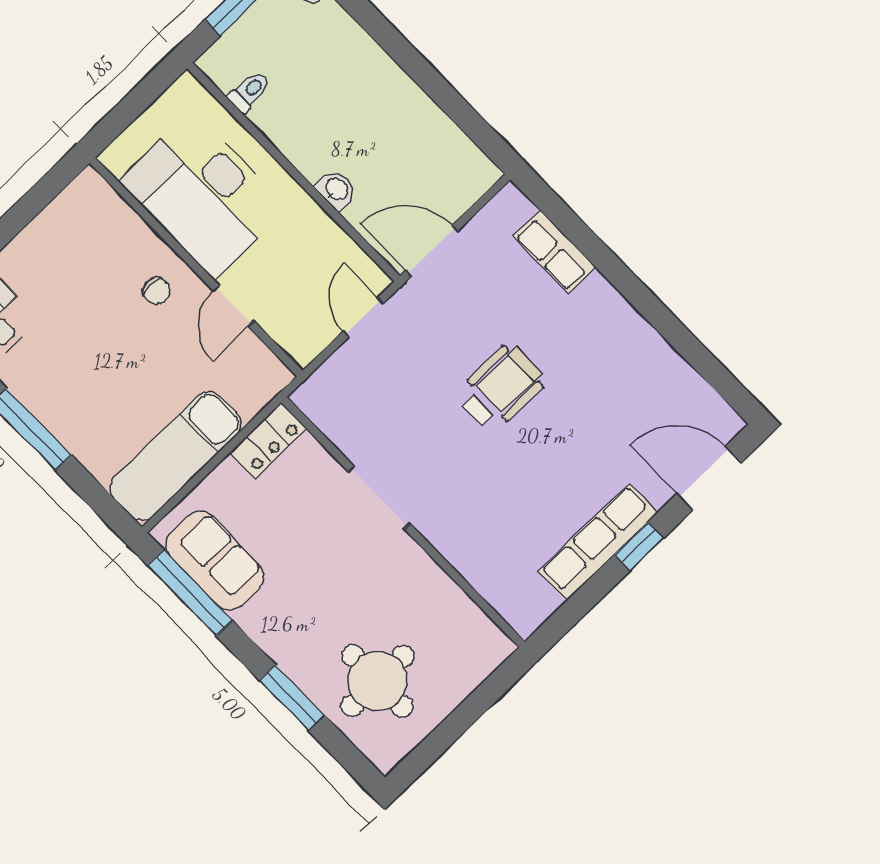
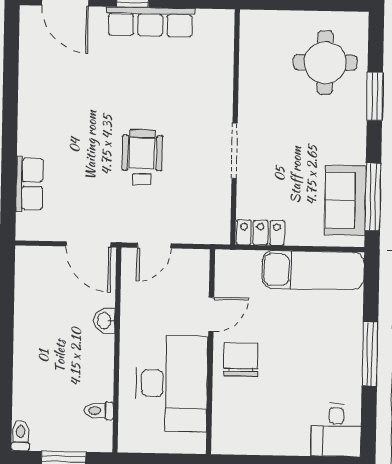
chair: (157, 291) -> (241, 360), width x1.87, depth x1.87
wheelchair: (500, 388) -> (142, 157), moved, turned 90

